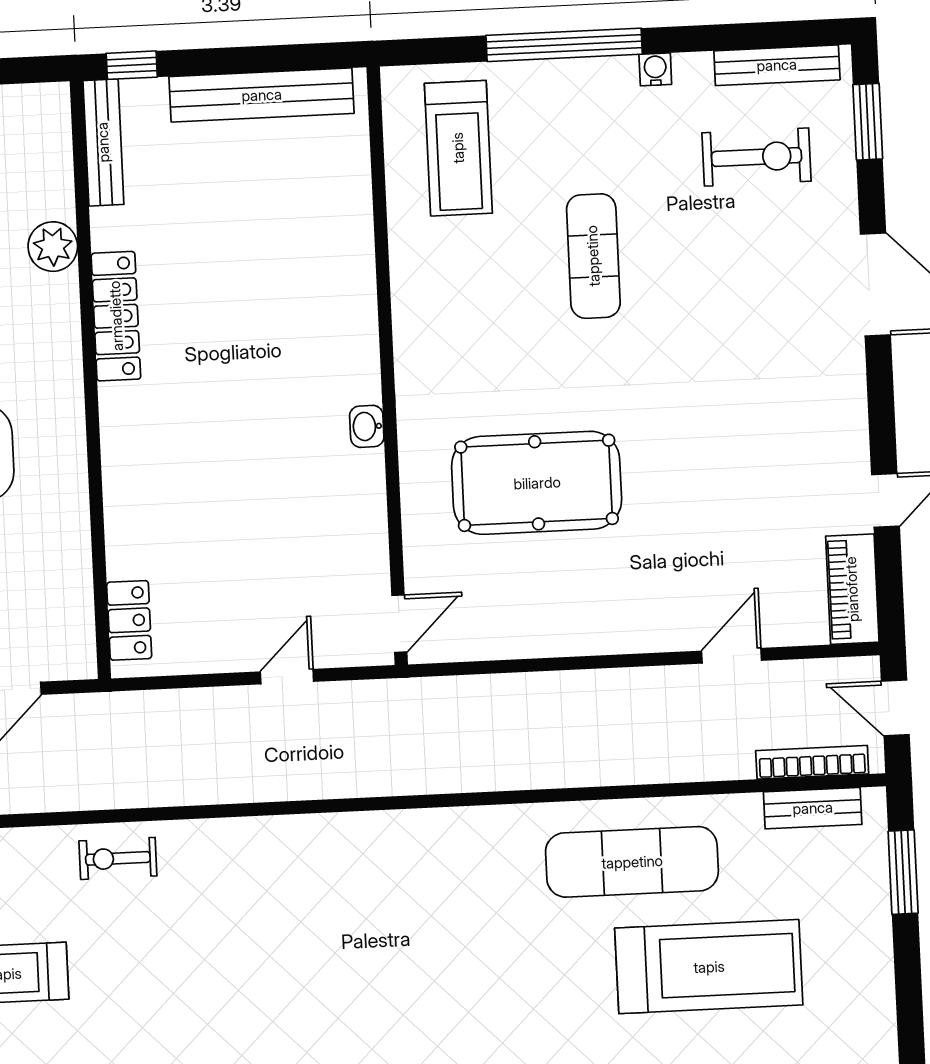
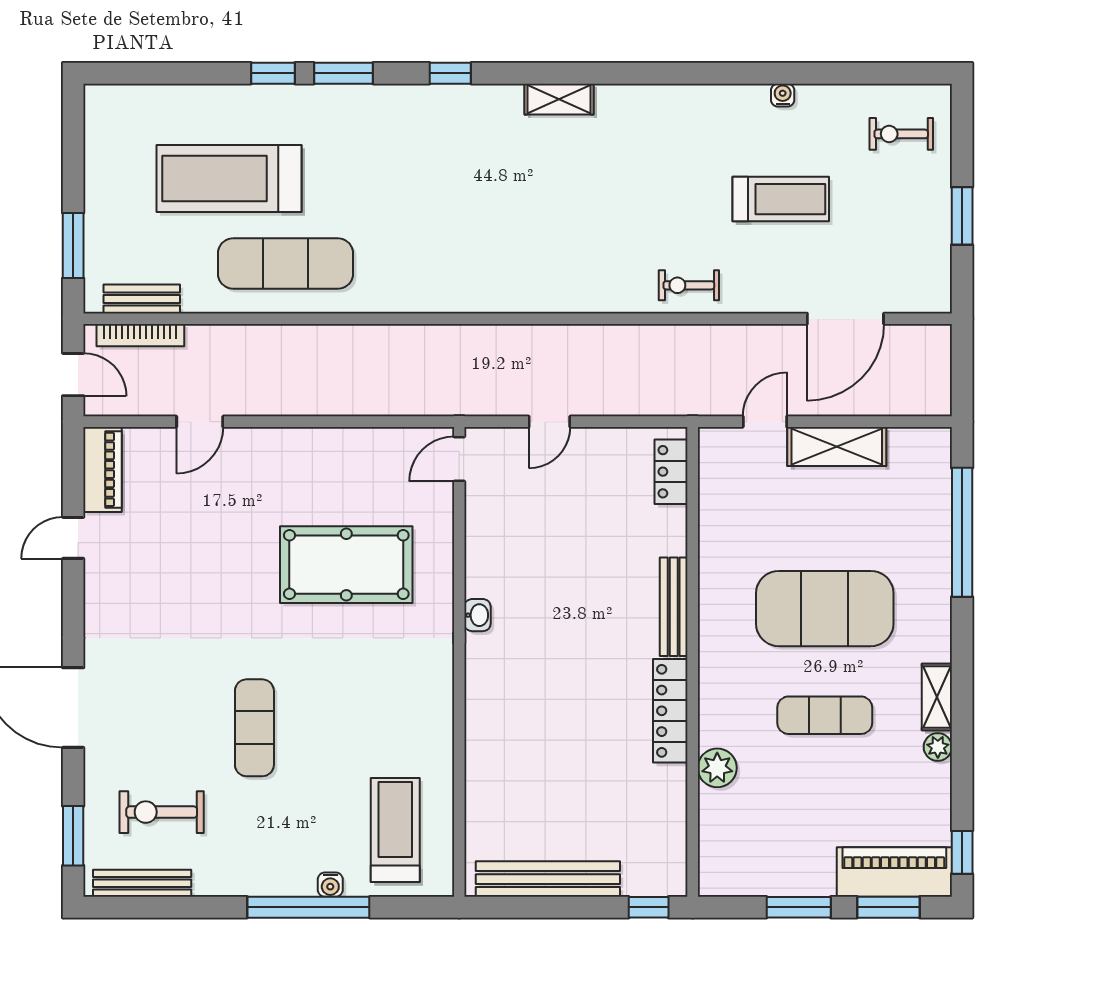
water cooler: (655, 69) -> (330, 885), moved
bench: (103, 142) -> (674, 607), moved
exercise mat: (593, 256) -> (254, 728), moved
exercise bike: (118, 858) -> (689, 285), turned 180

